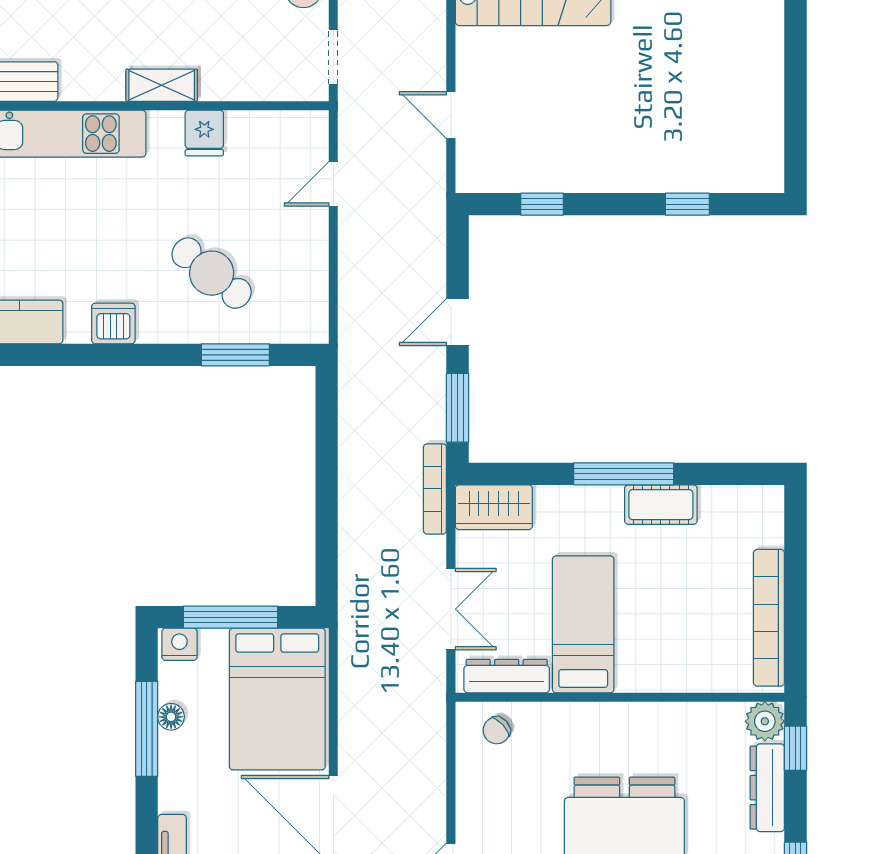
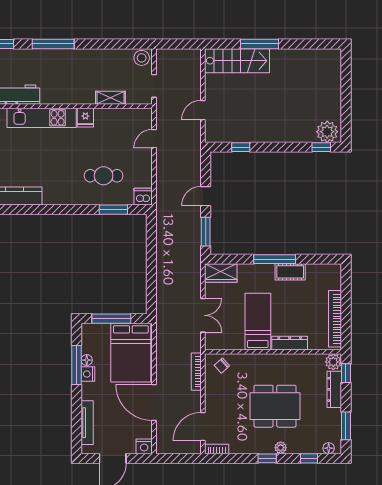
shelving: (162, 85) -> (110, 98), moved
door: (451, 115) -> (203, 110), hinge flipped
fridge: (204, 133) -> (85, 118), moved
plant: (750, 167) -> (327, 132), added
window: (687, 204) -> (321, 147), moved
cafe table: (212, 273) -> (104, 176), turned -39
dishwasher: (113, 323) -> (143, 197), moved
bookcase: (435, 489) -> (196, 372), moved
nightstand: (179, 644) -> (88, 374), moved, turned -90
dresser: (507, 676) -> (290, 343), moved

